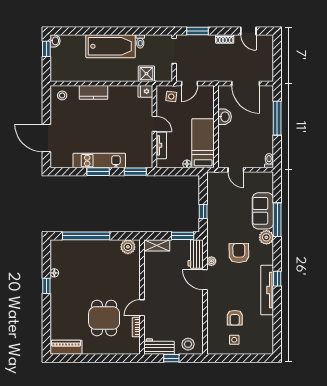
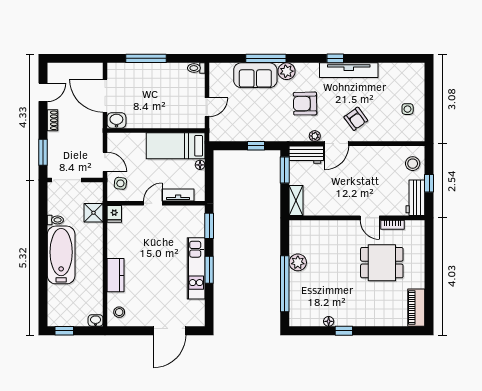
washbasin: (55, 41) -> (96, 320), moved
door: (246, 83) -> (105, 96), swing flipped
washbasin: (225, 117) -> (116, 120), moved
plant: (128, 247) -> (298, 262), moved
armchair: (235, 318) -> (356, 119), moved, turned 54

